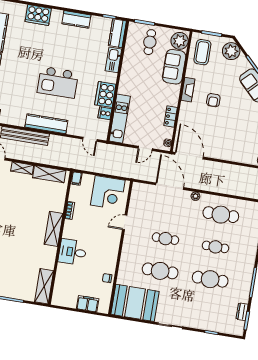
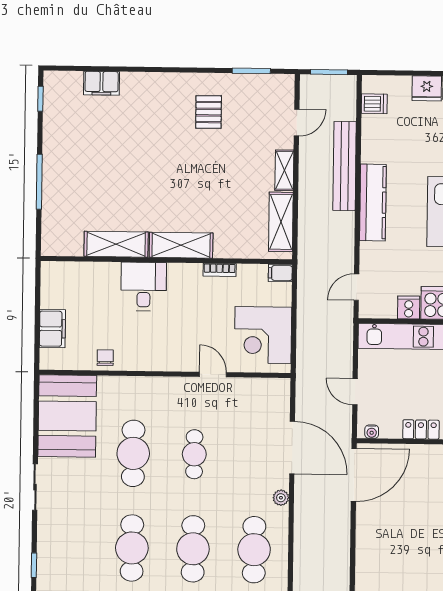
door: (170, 186) -> (292, 448), hinge flipped
cafe table: (215, 247) -> (193, 549), width x1.37, depth x1.35
shelving: (44, 286) -> (116, 244), moved

